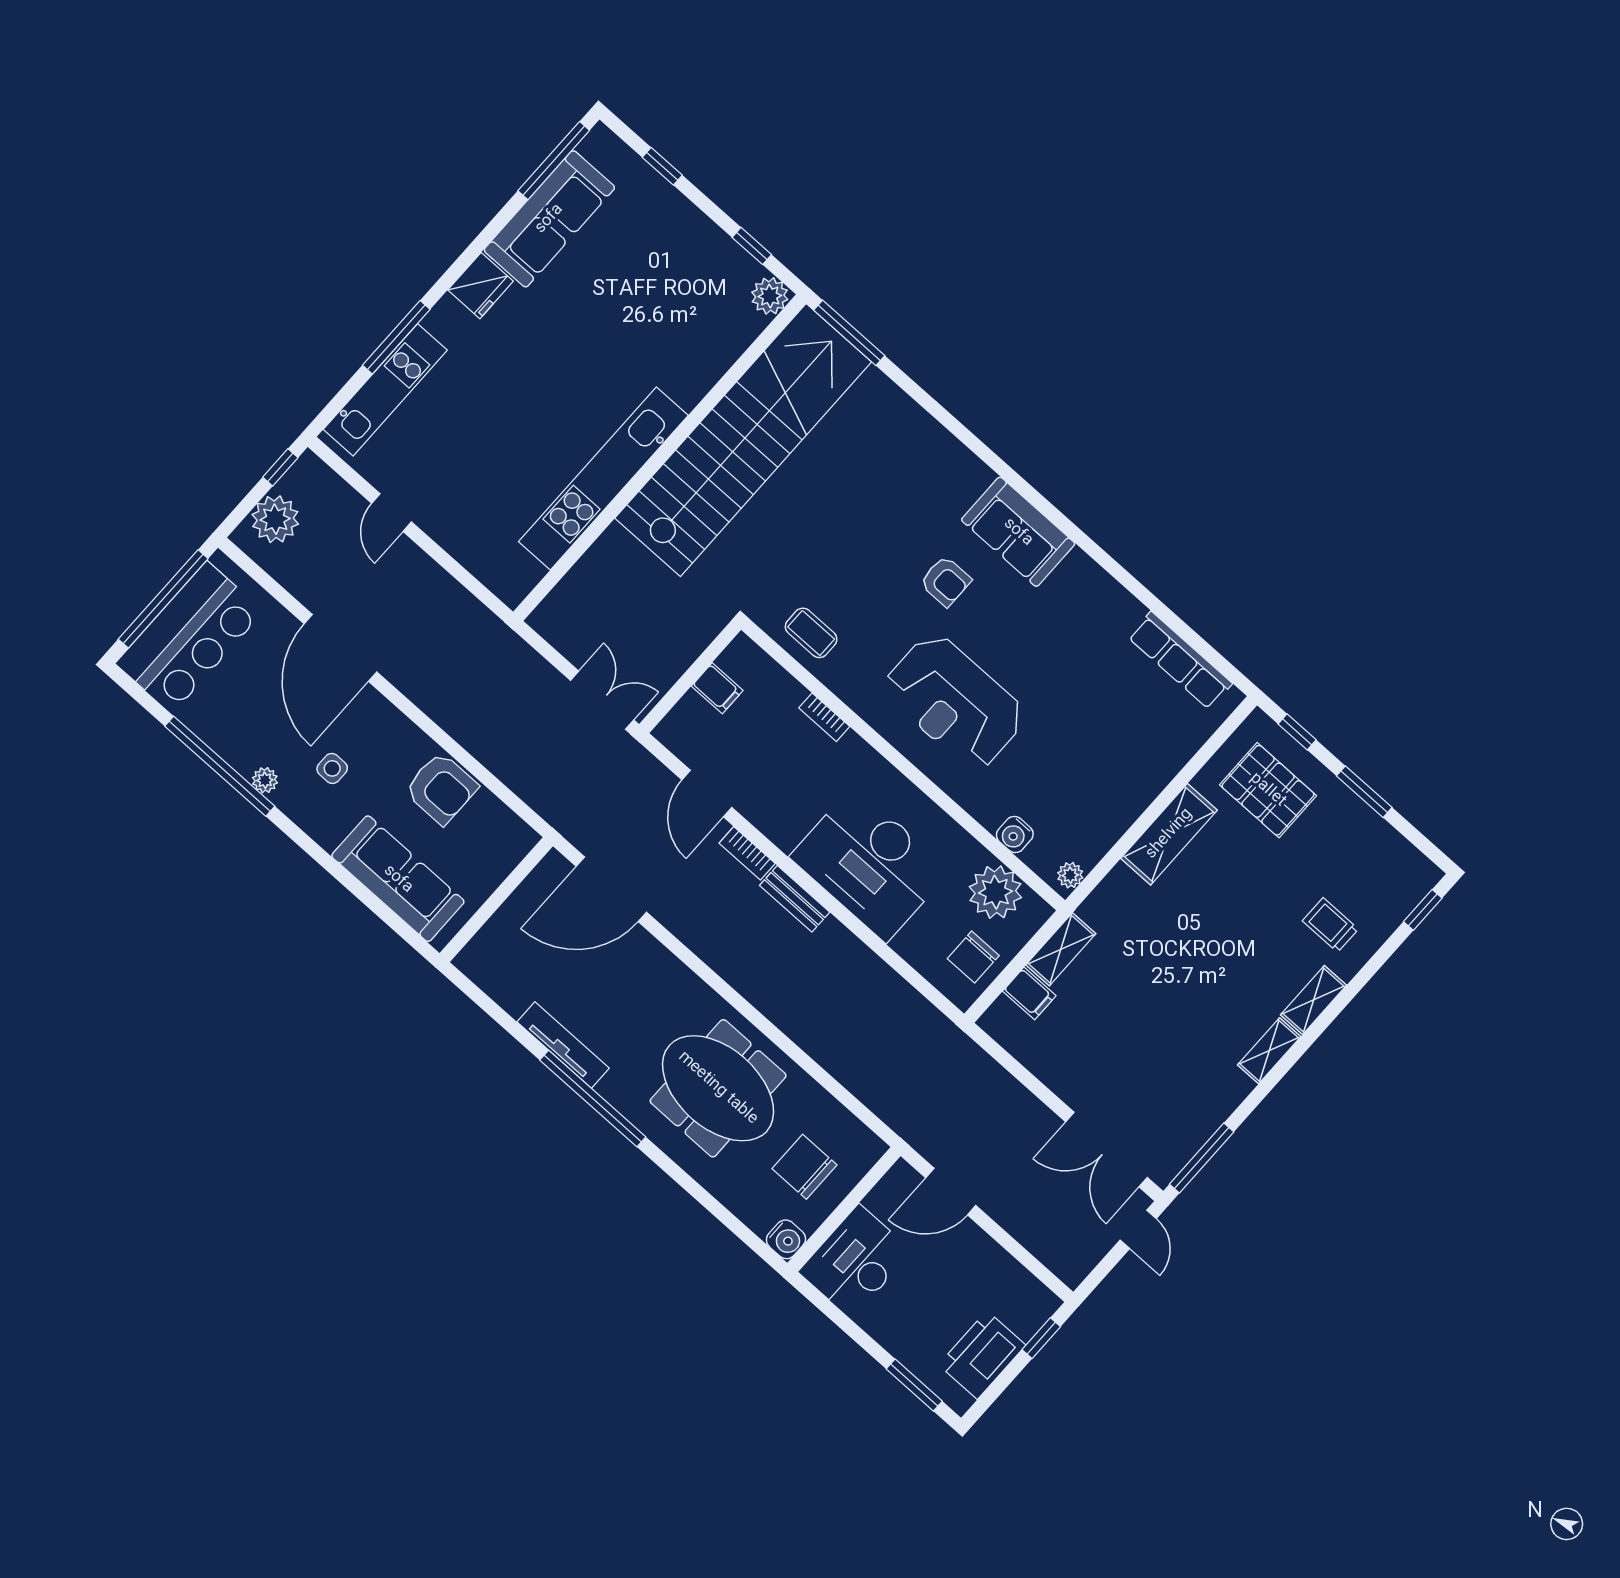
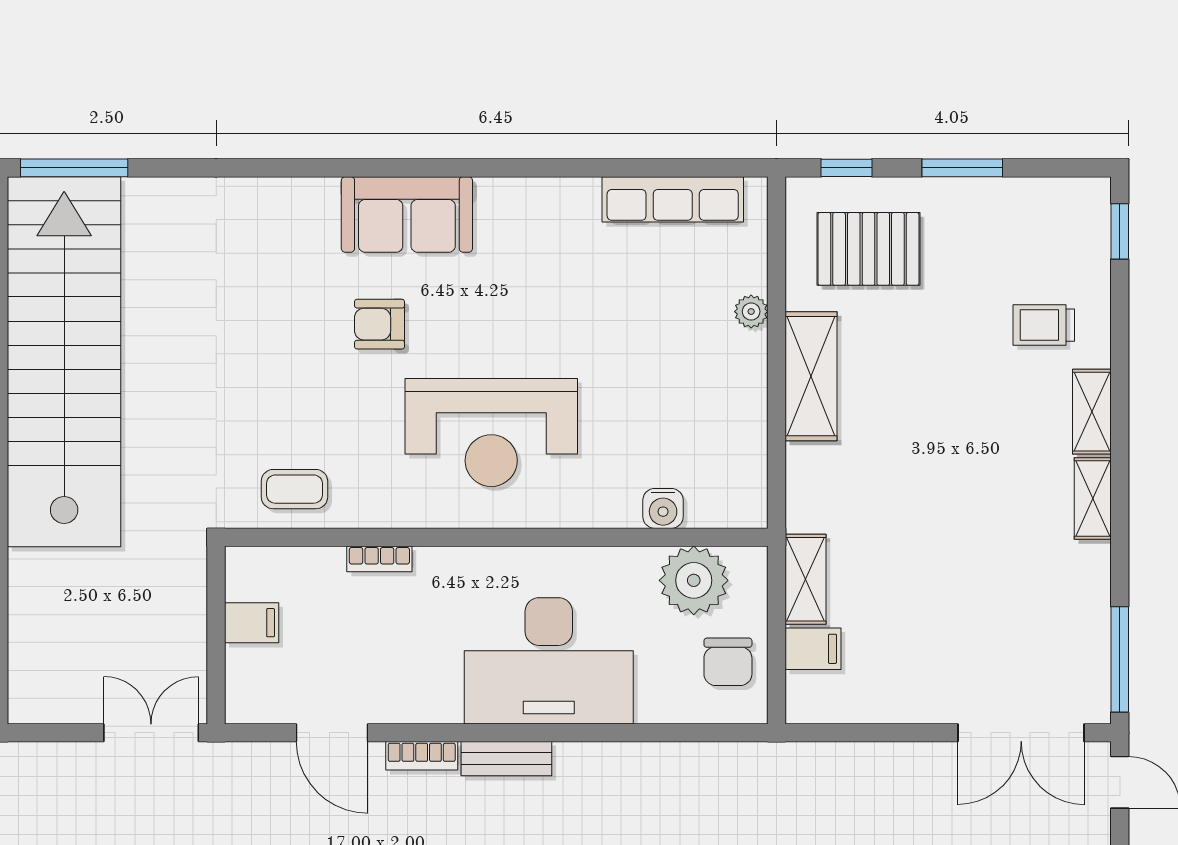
armchair: (946, 581) -> (380, 324), turned 180
plant: (1070, 875) -> (751, 312), moved

